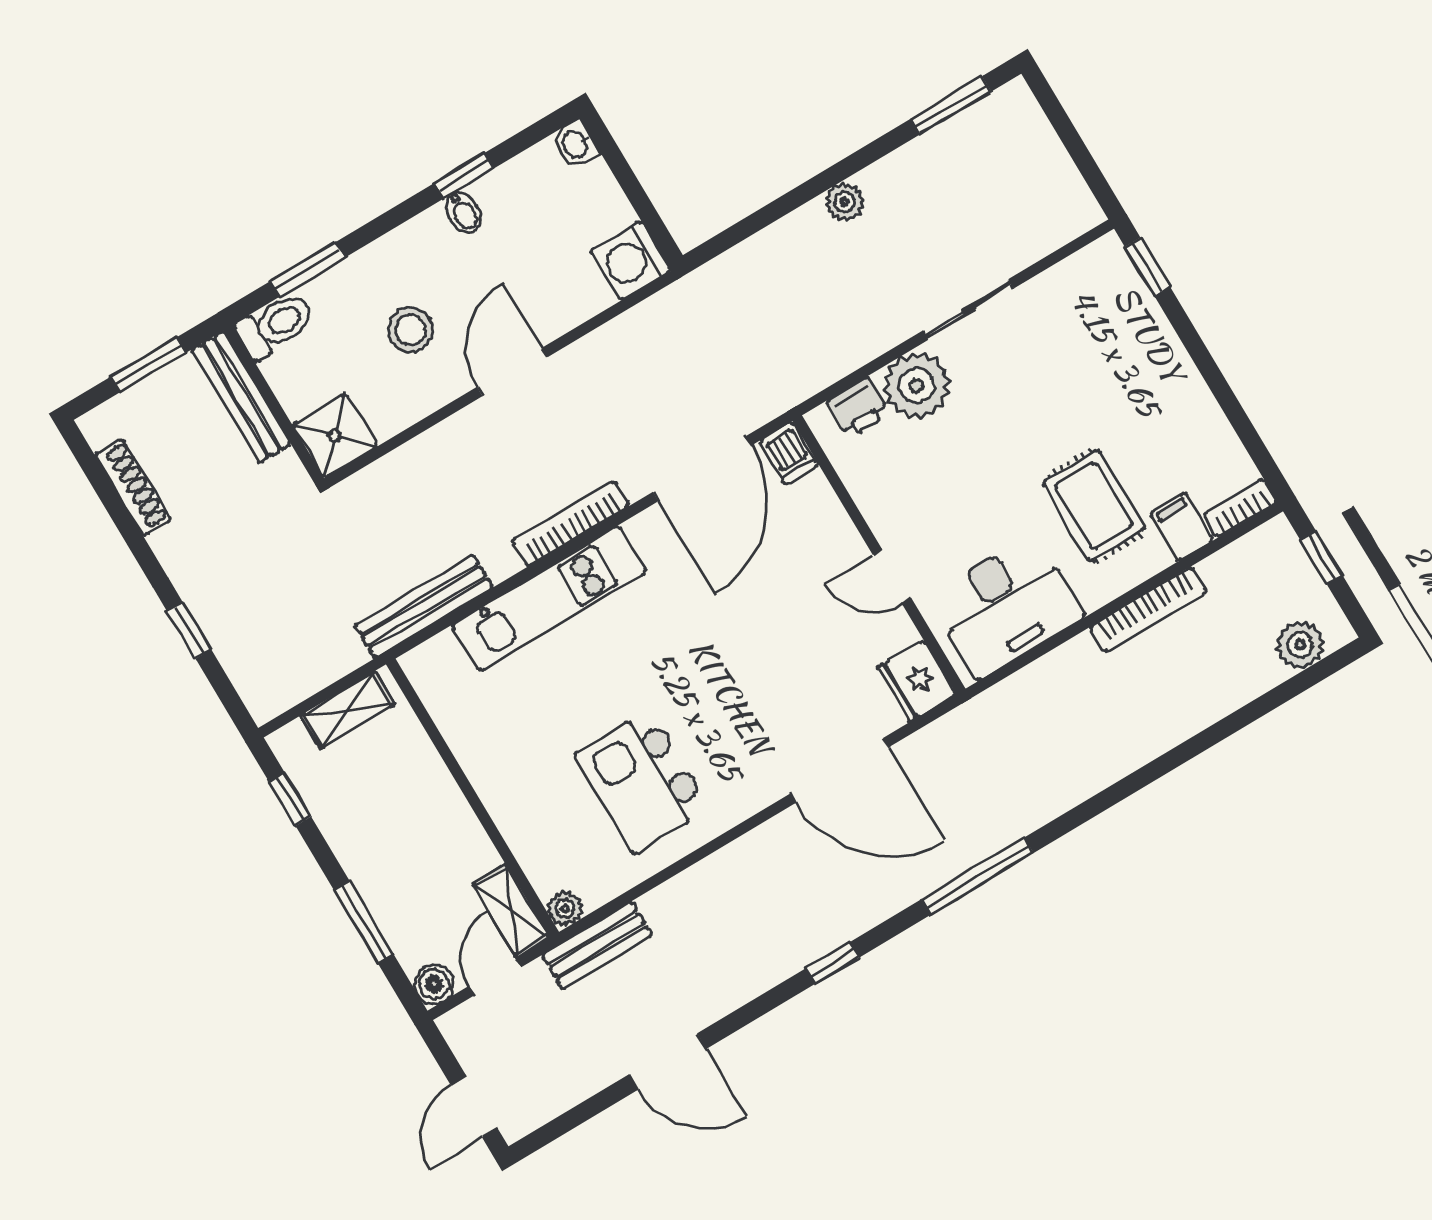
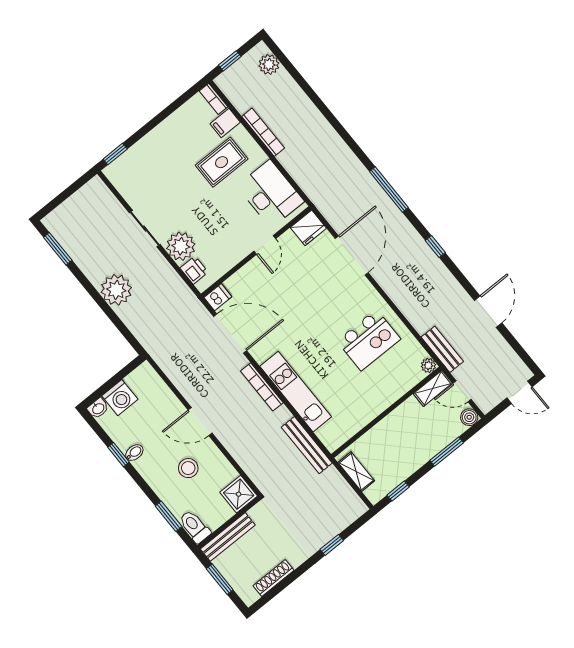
plant: (844, 202) -> (116, 290), width x1.87, depth x1.87
washing machine: (630, 260) -> (120, 398), moved

